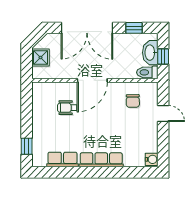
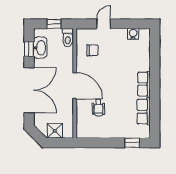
washbasin: (150, 53) -> (40, 48), moved, turned -90
water cooler: (152, 159) -> (133, 34), moved
row of seats: (101, 160) -> (144, 84), width x0.68

